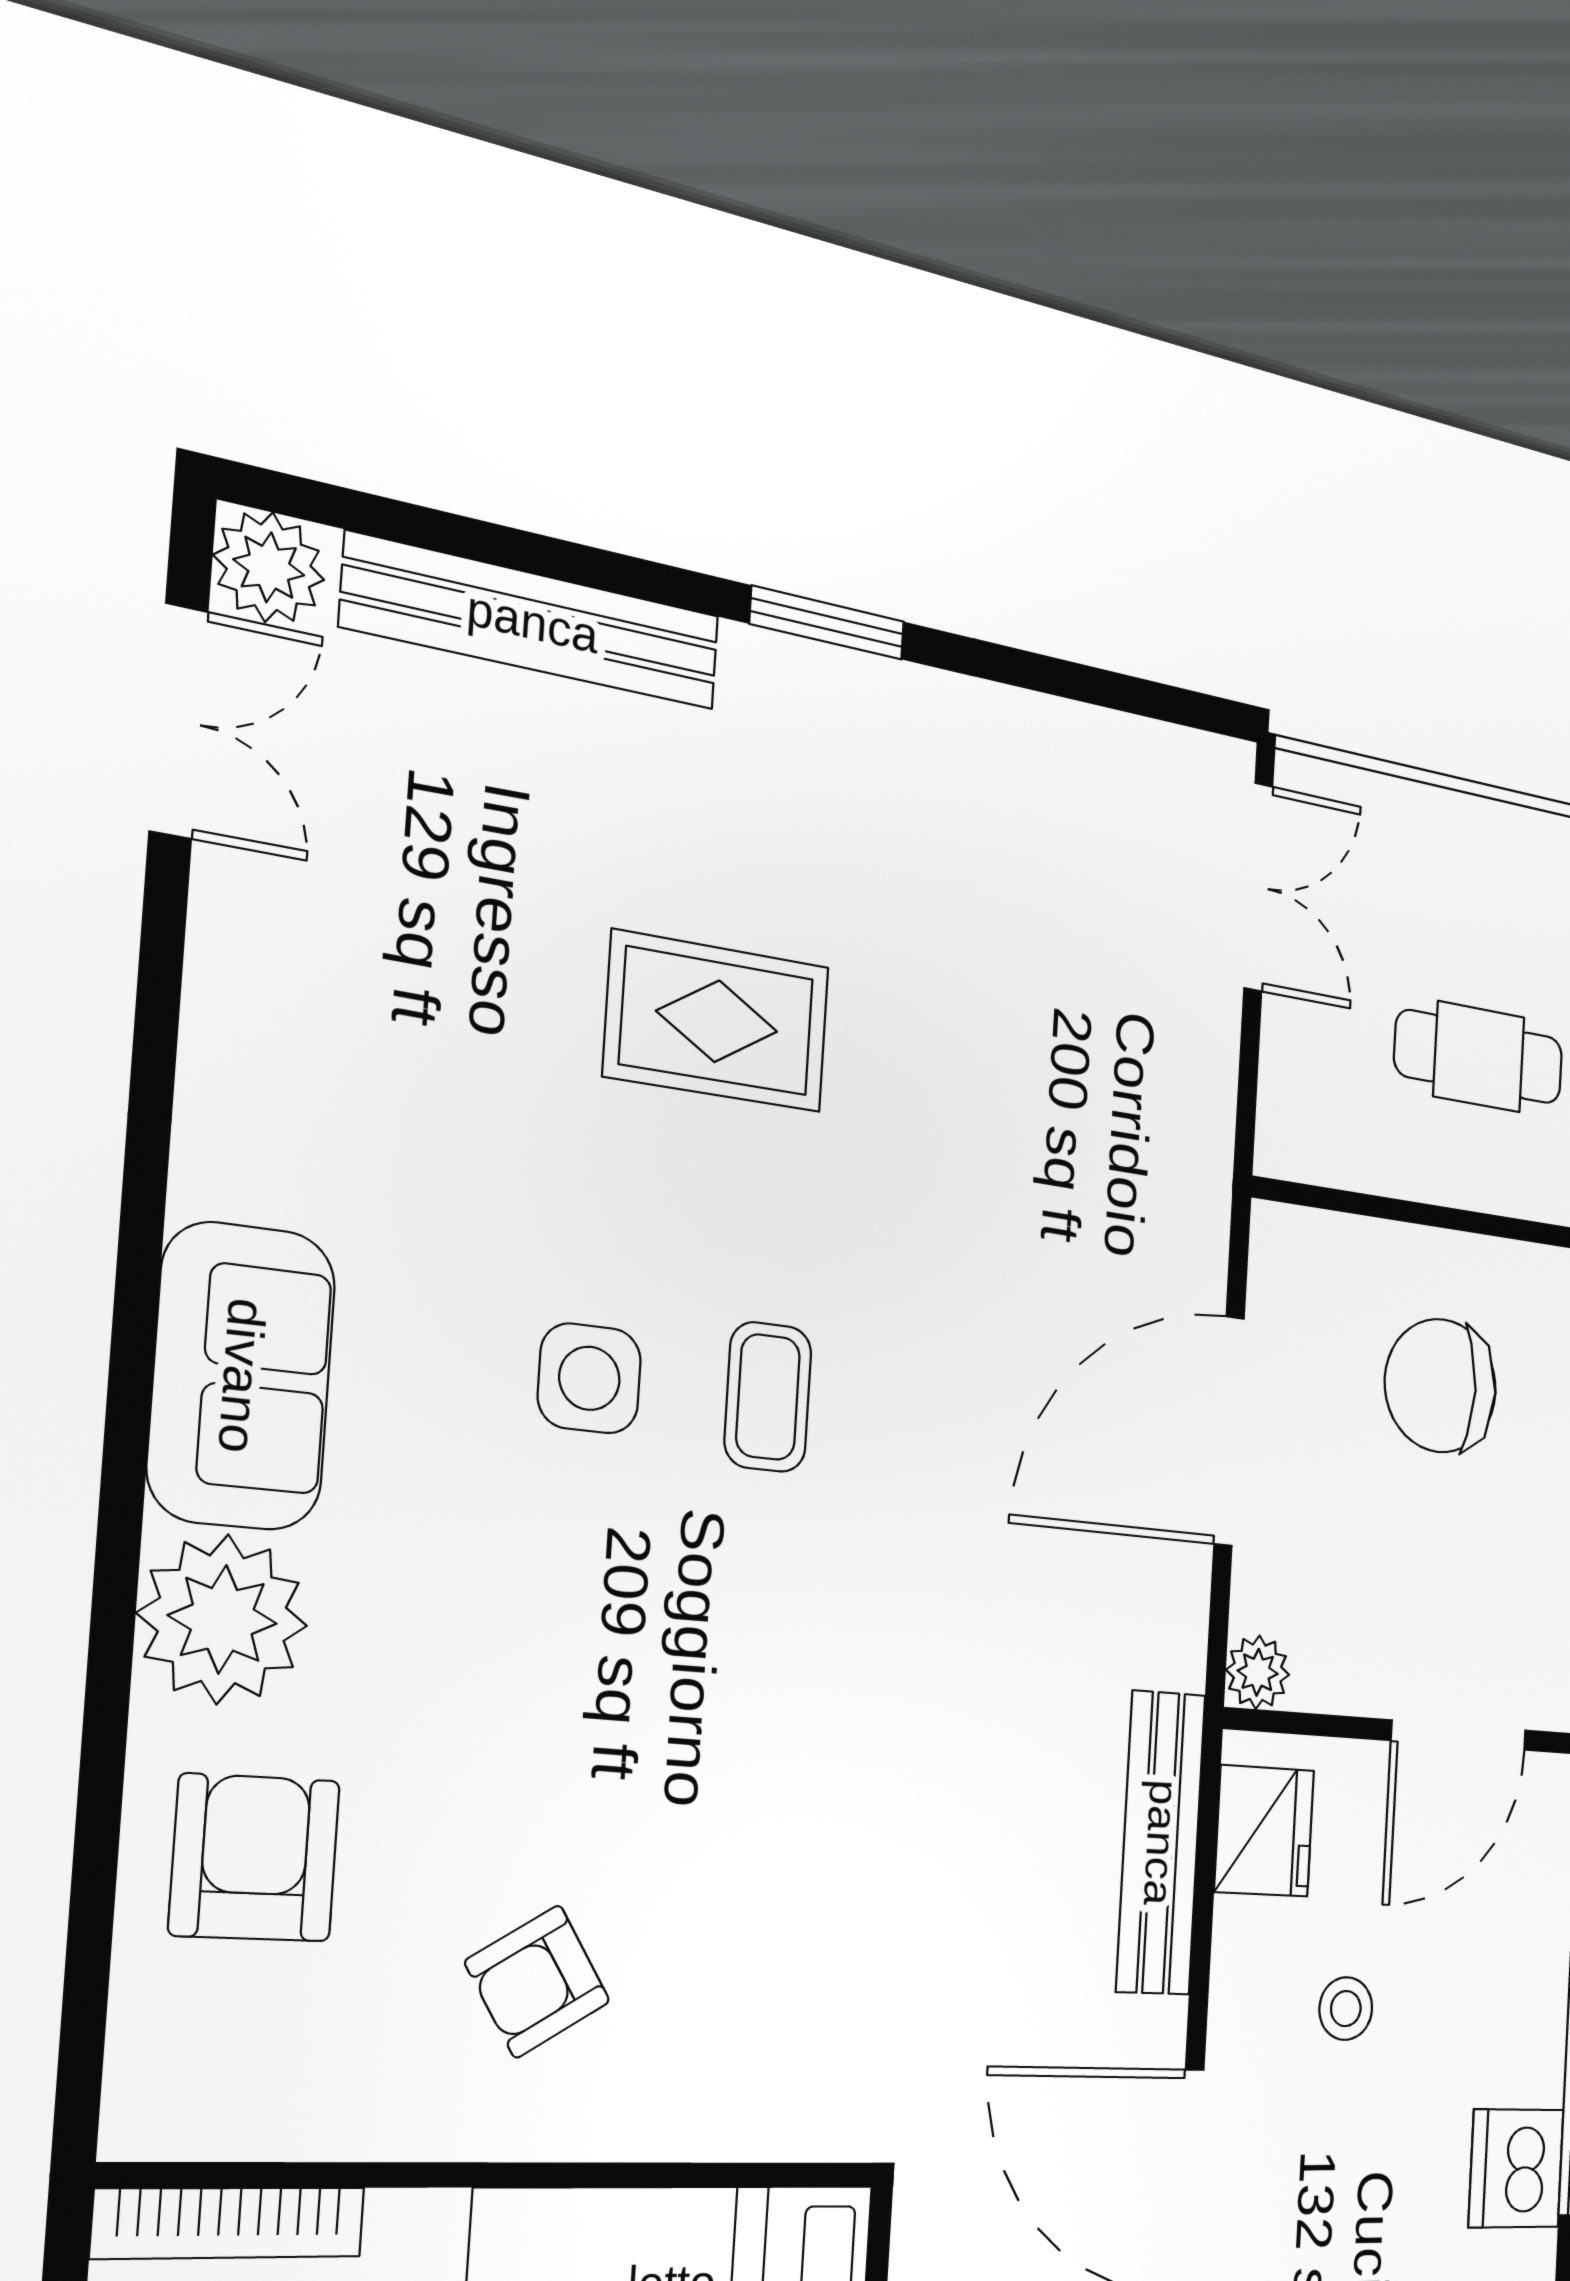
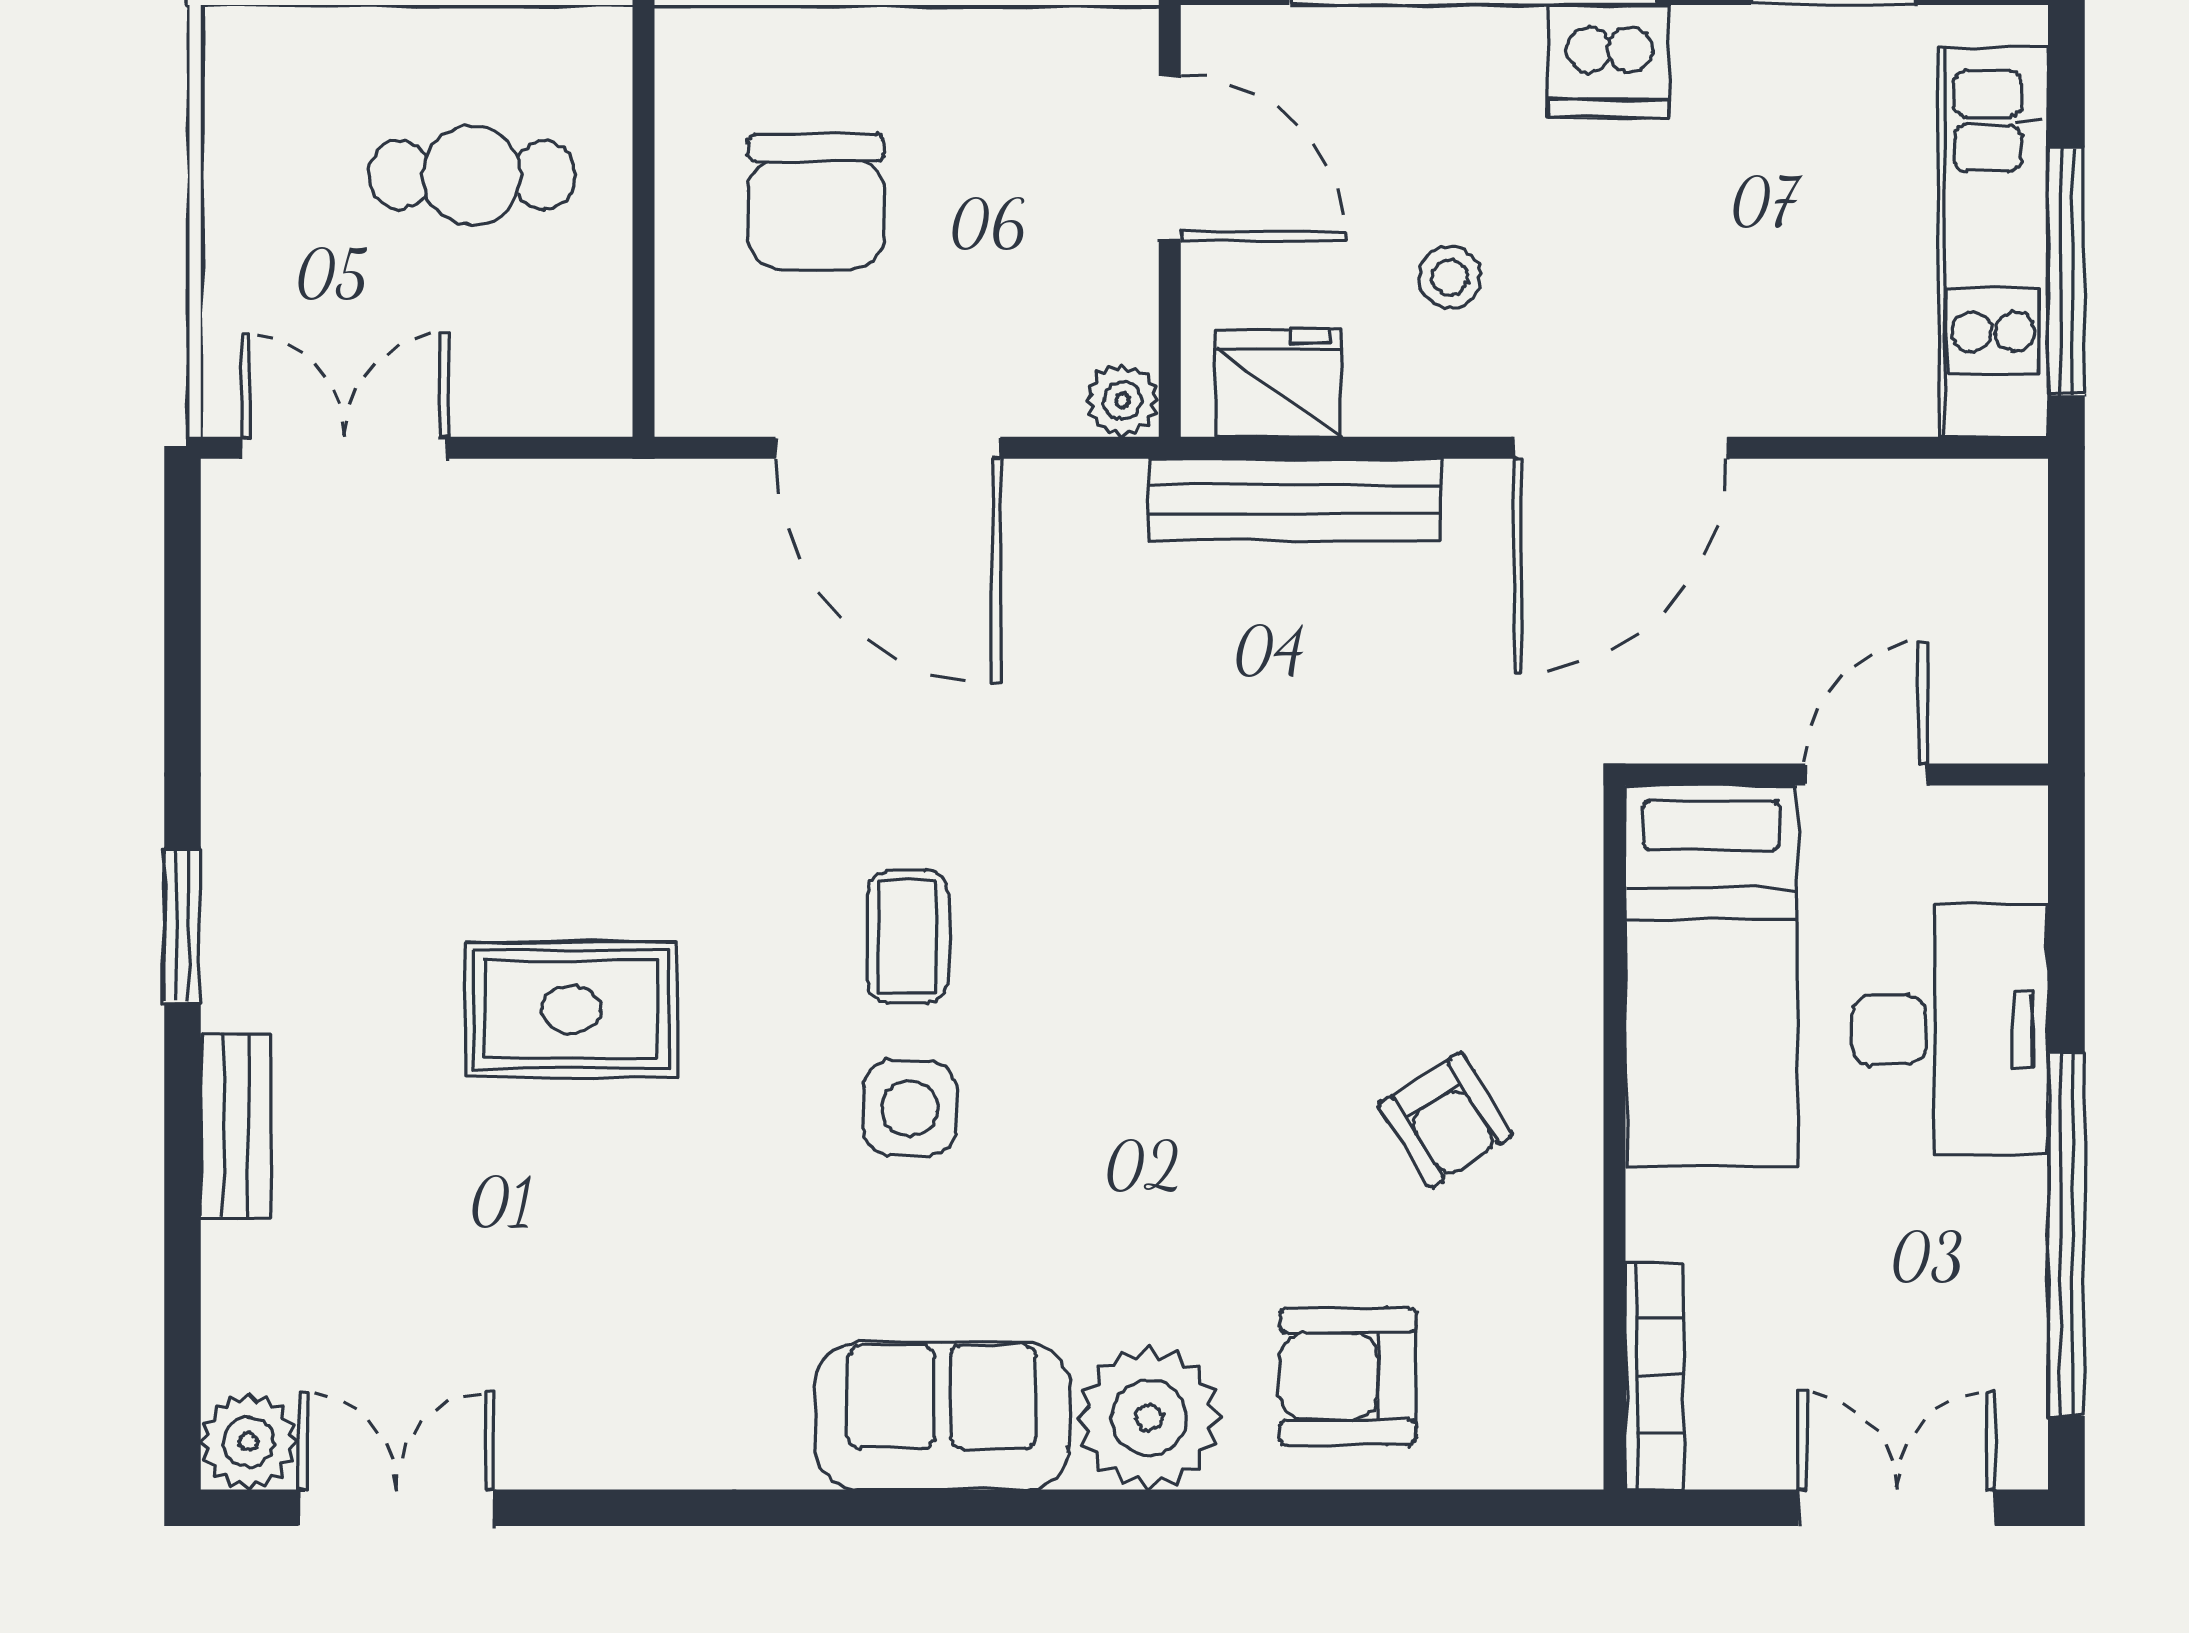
bench: (533, 622) -> (236, 1126), width x0.54, depth x0.82
rug: (717, 1021) -> (571, 1009), turned 90
cafe table: (1479, 1057) -> (472, 175), turned 90
coffee table: (768, 1397) -> (908, 937), turned 90

